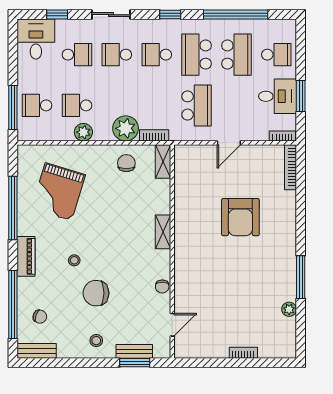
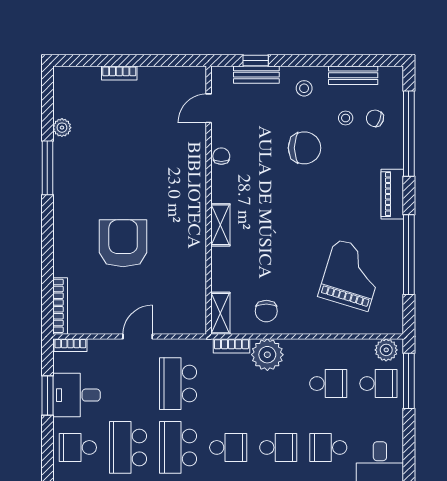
school desk: (197, 55) -> (178, 447), turned 180
plant: (83, 132) -> (386, 350), moved
stool: (74, 260) -> (346, 118), moved
bench: (37, 351) -> (353, 75), moved
window: (135, 363) -> (256, 61), width x0.67

